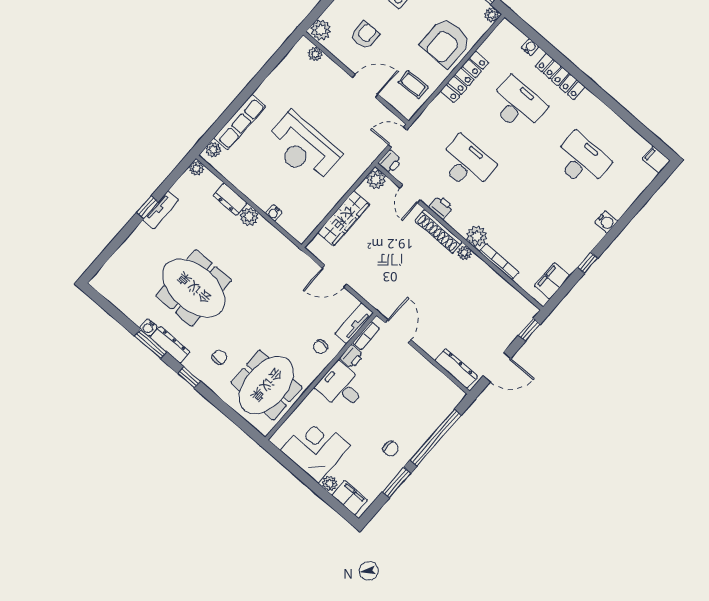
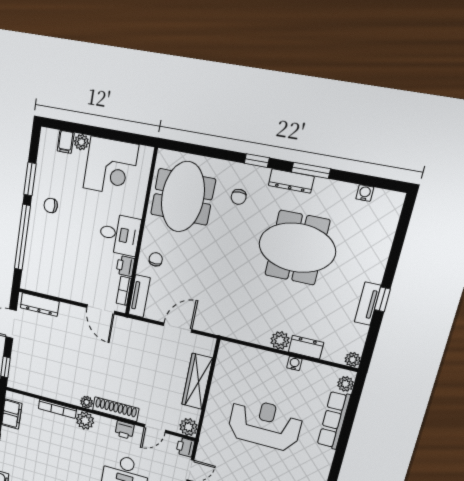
door: (410, 194) -> (155, 429), swing flipped
water cooler: (274, 213) -> (294, 363), moved
water cooler: (148, 327) -> (365, 193), moved
filing cabinet: (350, 498) -> (66, 142), width x0.50

